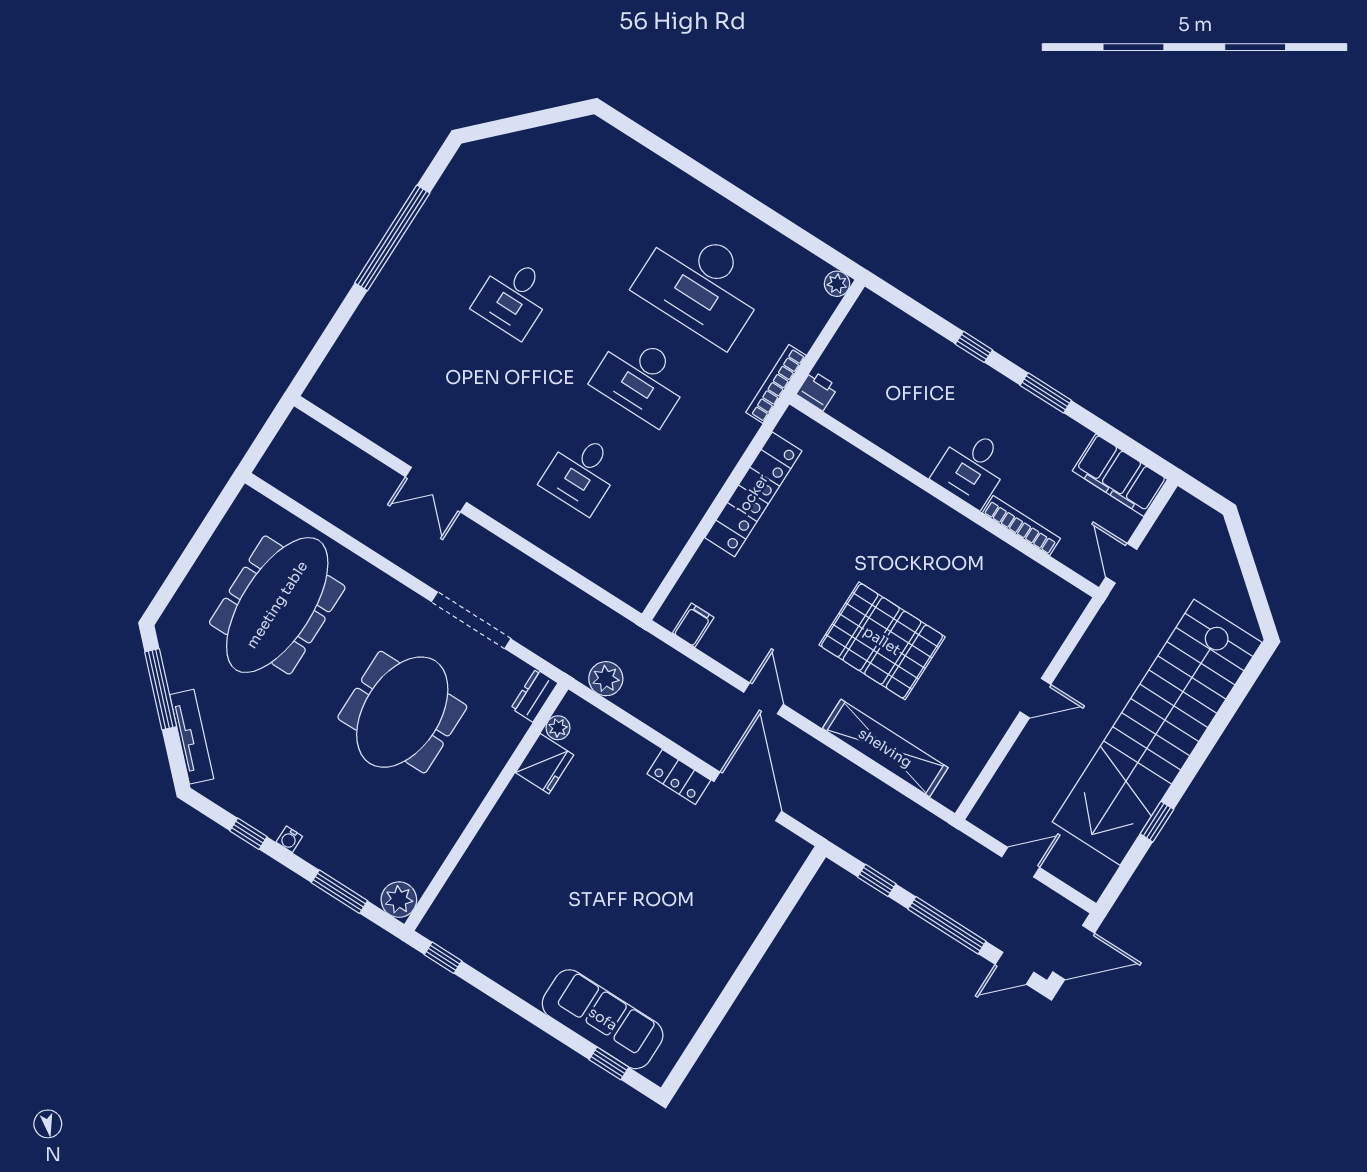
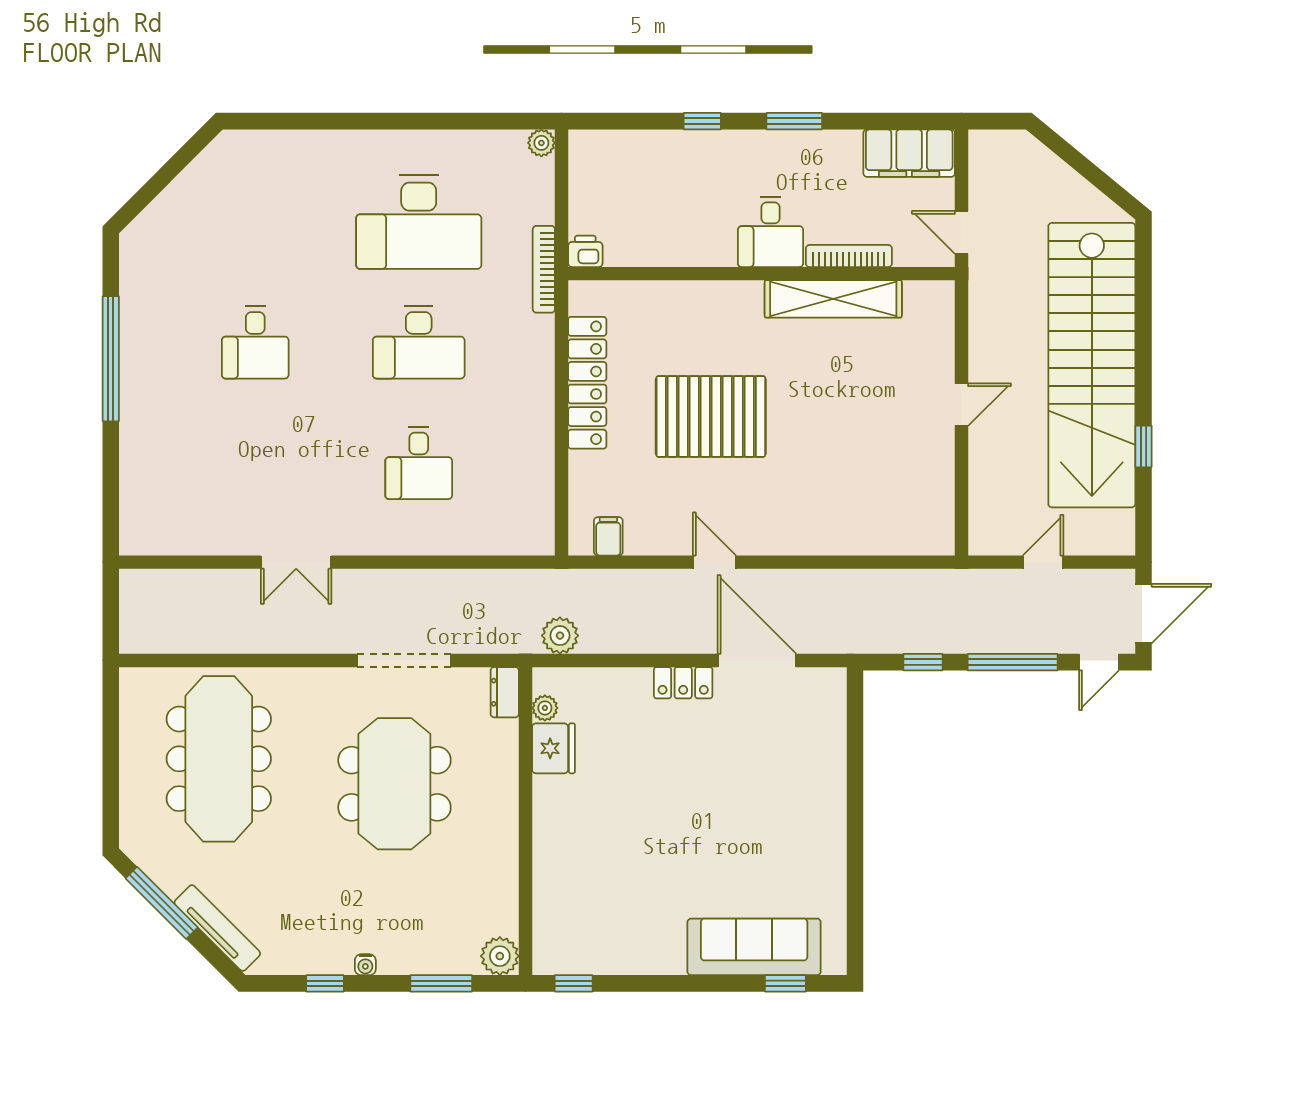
pallet: (882, 641) -> (711, 416), moved
shelving: (885, 748) -> (833, 299), moved

